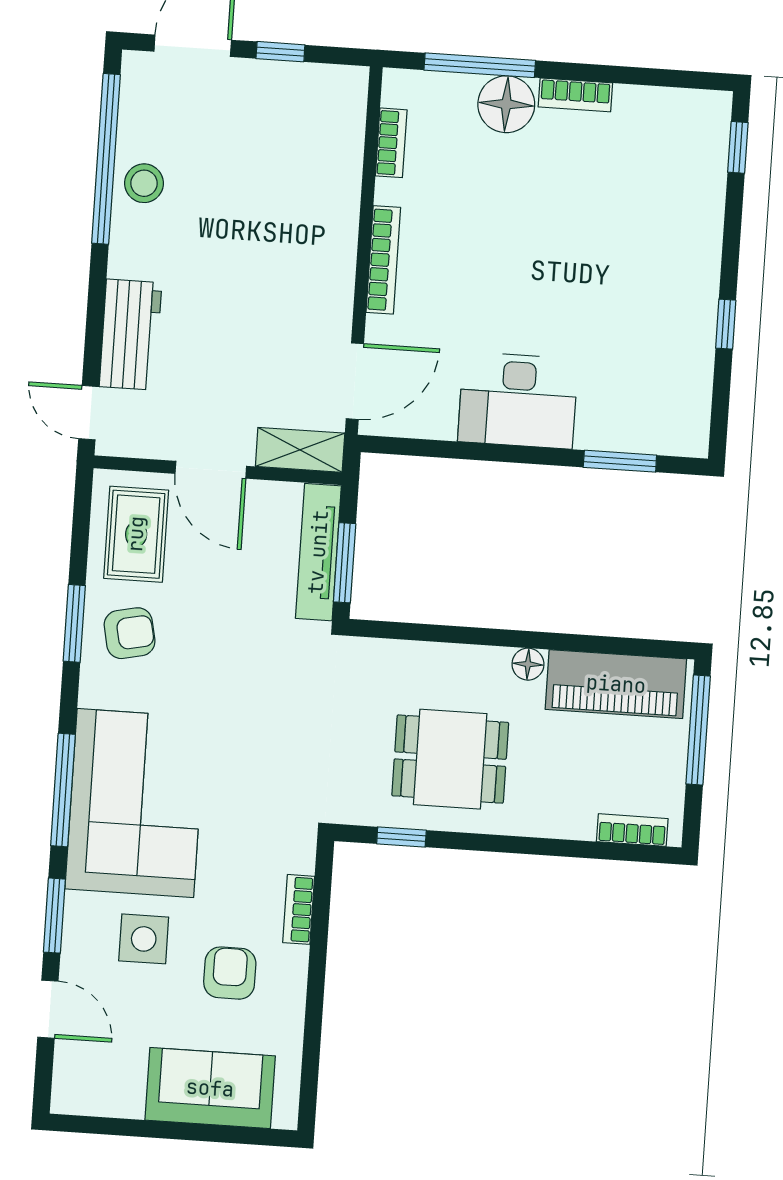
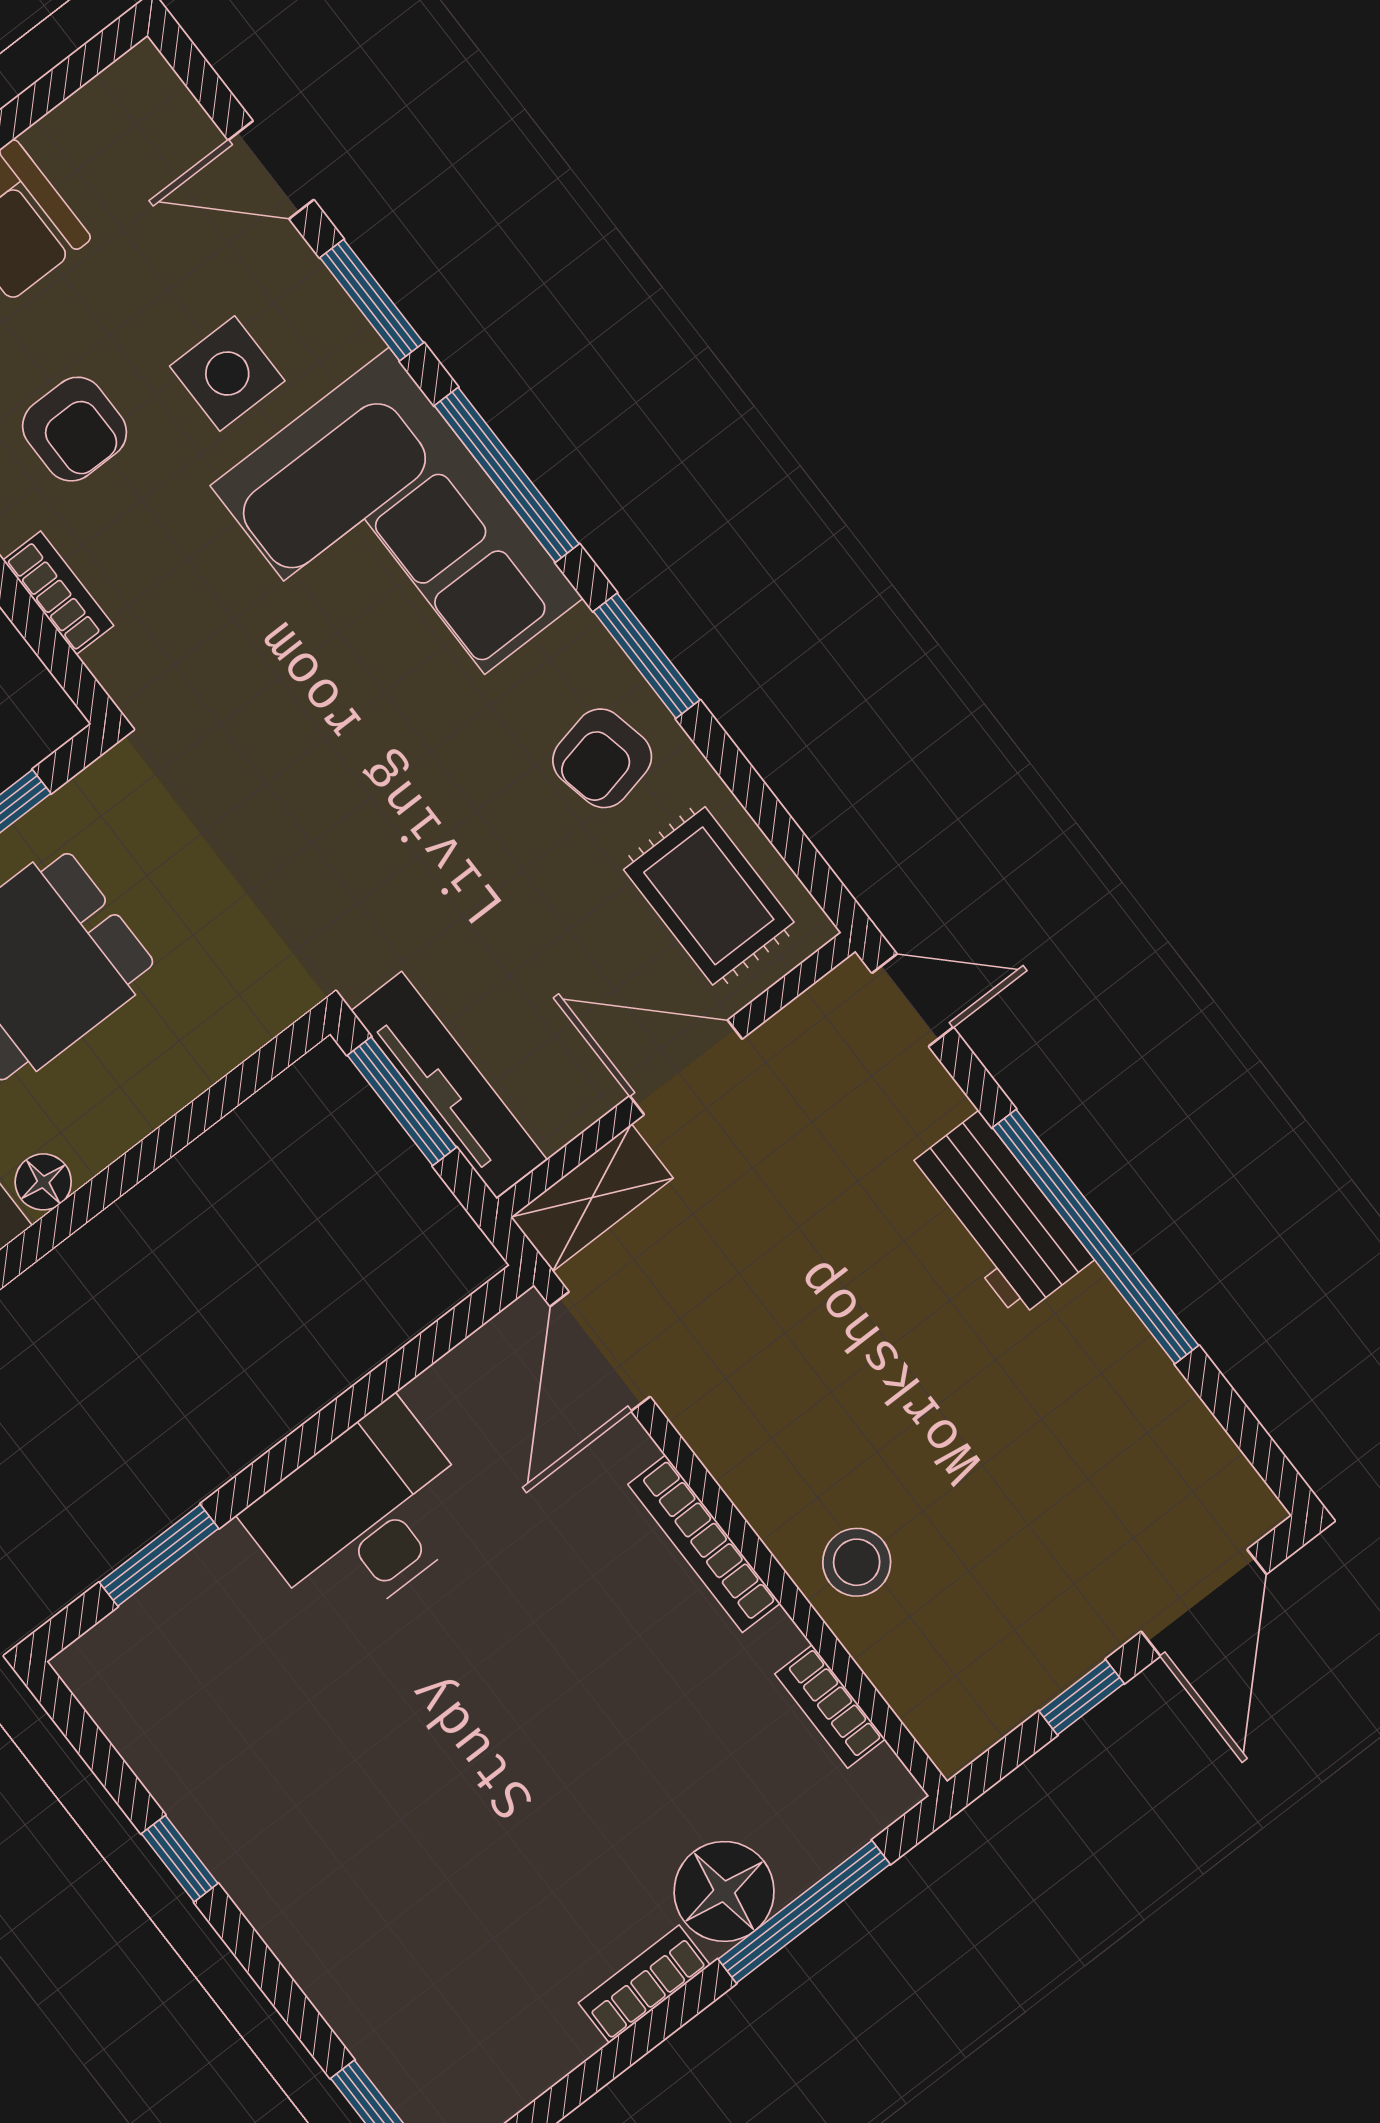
window: (106, 159) -> (1095, 1237), moved
stool: (144, 183) -> (857, 1562), moved
workbench: (130, 335) -> (998, 1215), moved
window: (74, 623) -> (647, 656), moved

